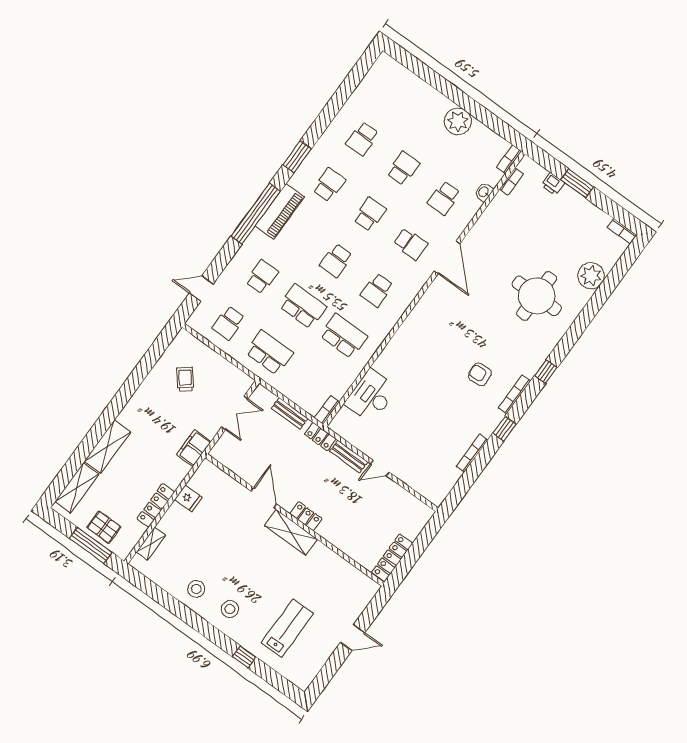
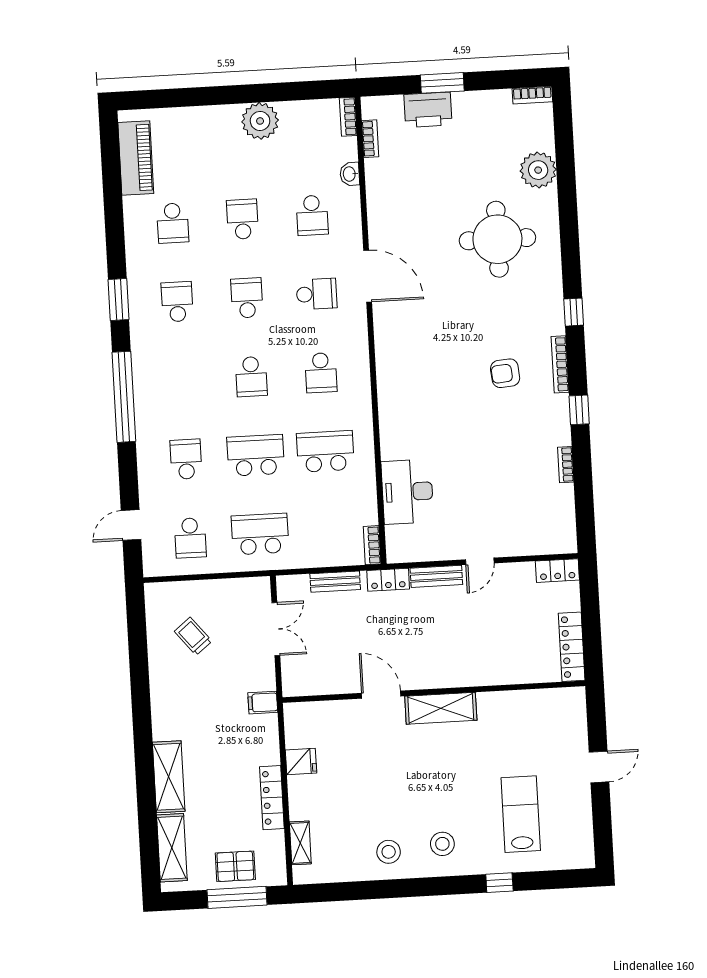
printer: (553, 184) -> (428, 110), width x1.87, depth x1.48
piano: (280, 211) -> (136, 158), moved
filing cabinet: (194, 448) -> (263, 703), width x0.50
bookcase: (472, 453) -> (566, 465), width x0.64
locker: (306, 516) -> (557, 571), moved, turned 180

